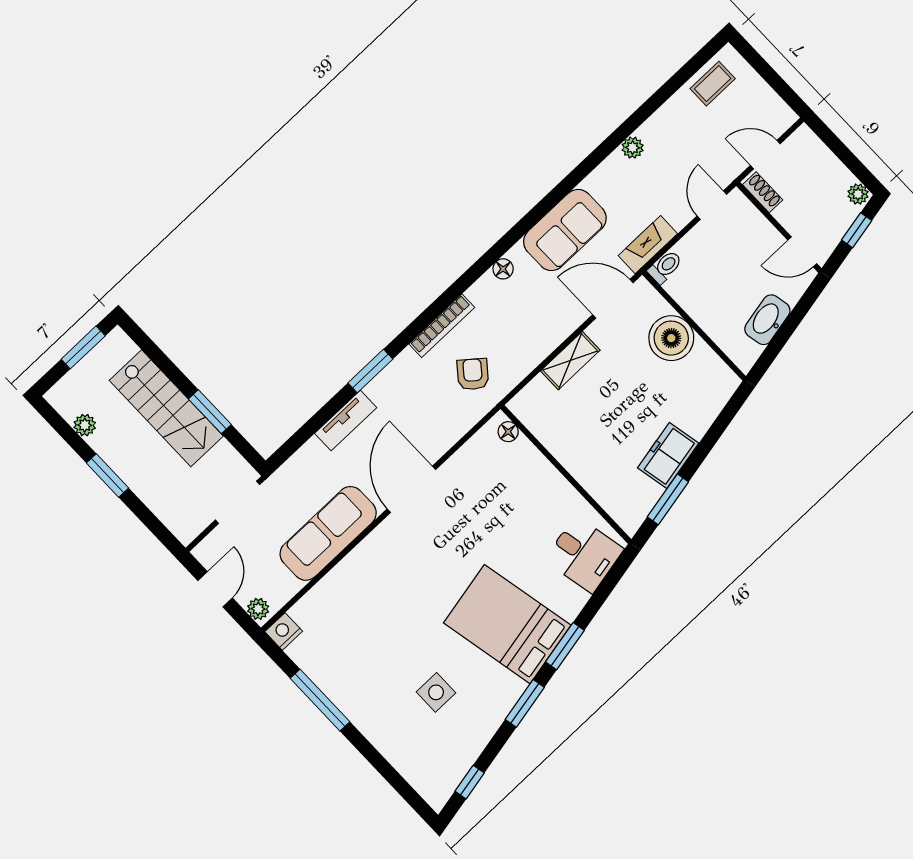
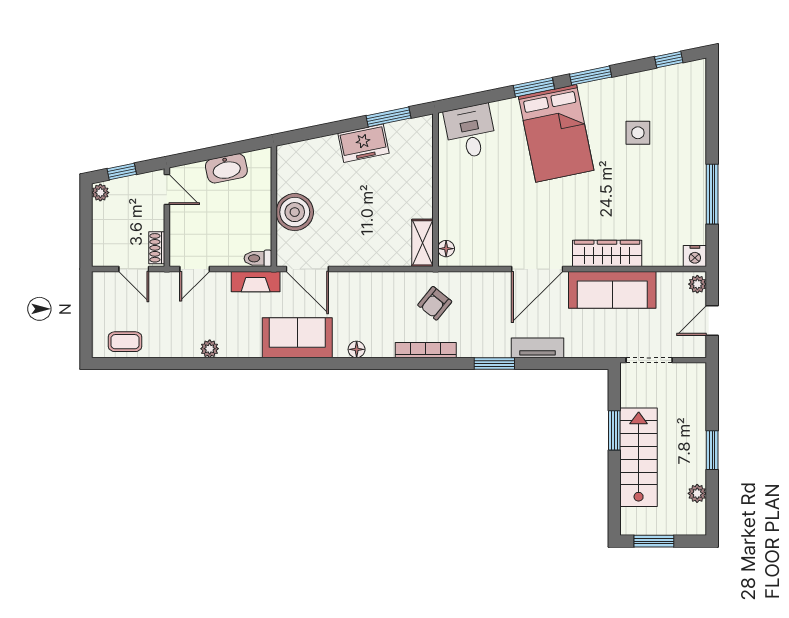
shelving: (570, 361) -> (422, 243), moved, turned 90
wardrobe: (363, 561) -> (607, 253), added

